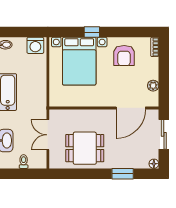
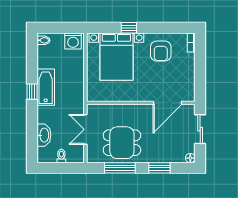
plant: (153, 86) -> (190, 81), removed
window: (83, 174) -> (120, 168), added

